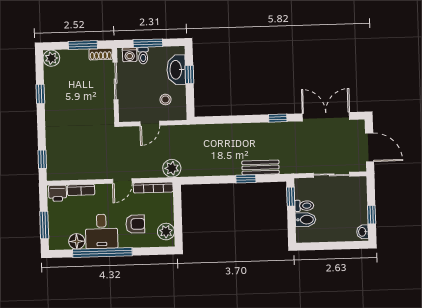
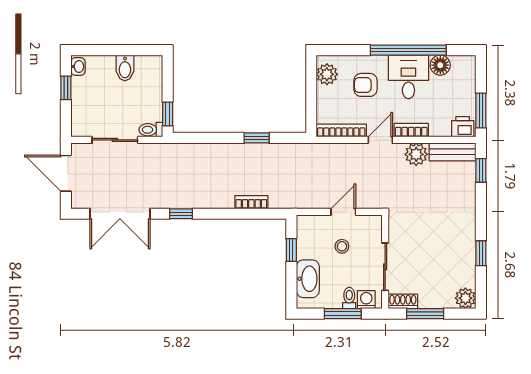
window: (189, 74) -> (291, 250), moved
stool: (165, 99) -> (342, 246), moved
bookcase: (223, 129) -> (251, 202), added
bench: (261, 167) -> (452, 152), moved
plant: (172, 168) -> (416, 154), moved
window: (246, 179) -> (257, 138), moved
bookcase: (81, 190) -> (411, 130), moved
toilet: (304, 206) -> (151, 130), moved
bidet: (305, 220) -> (125, 68), moved, turned -90
window: (44, 225) -> (481, 111), moved

